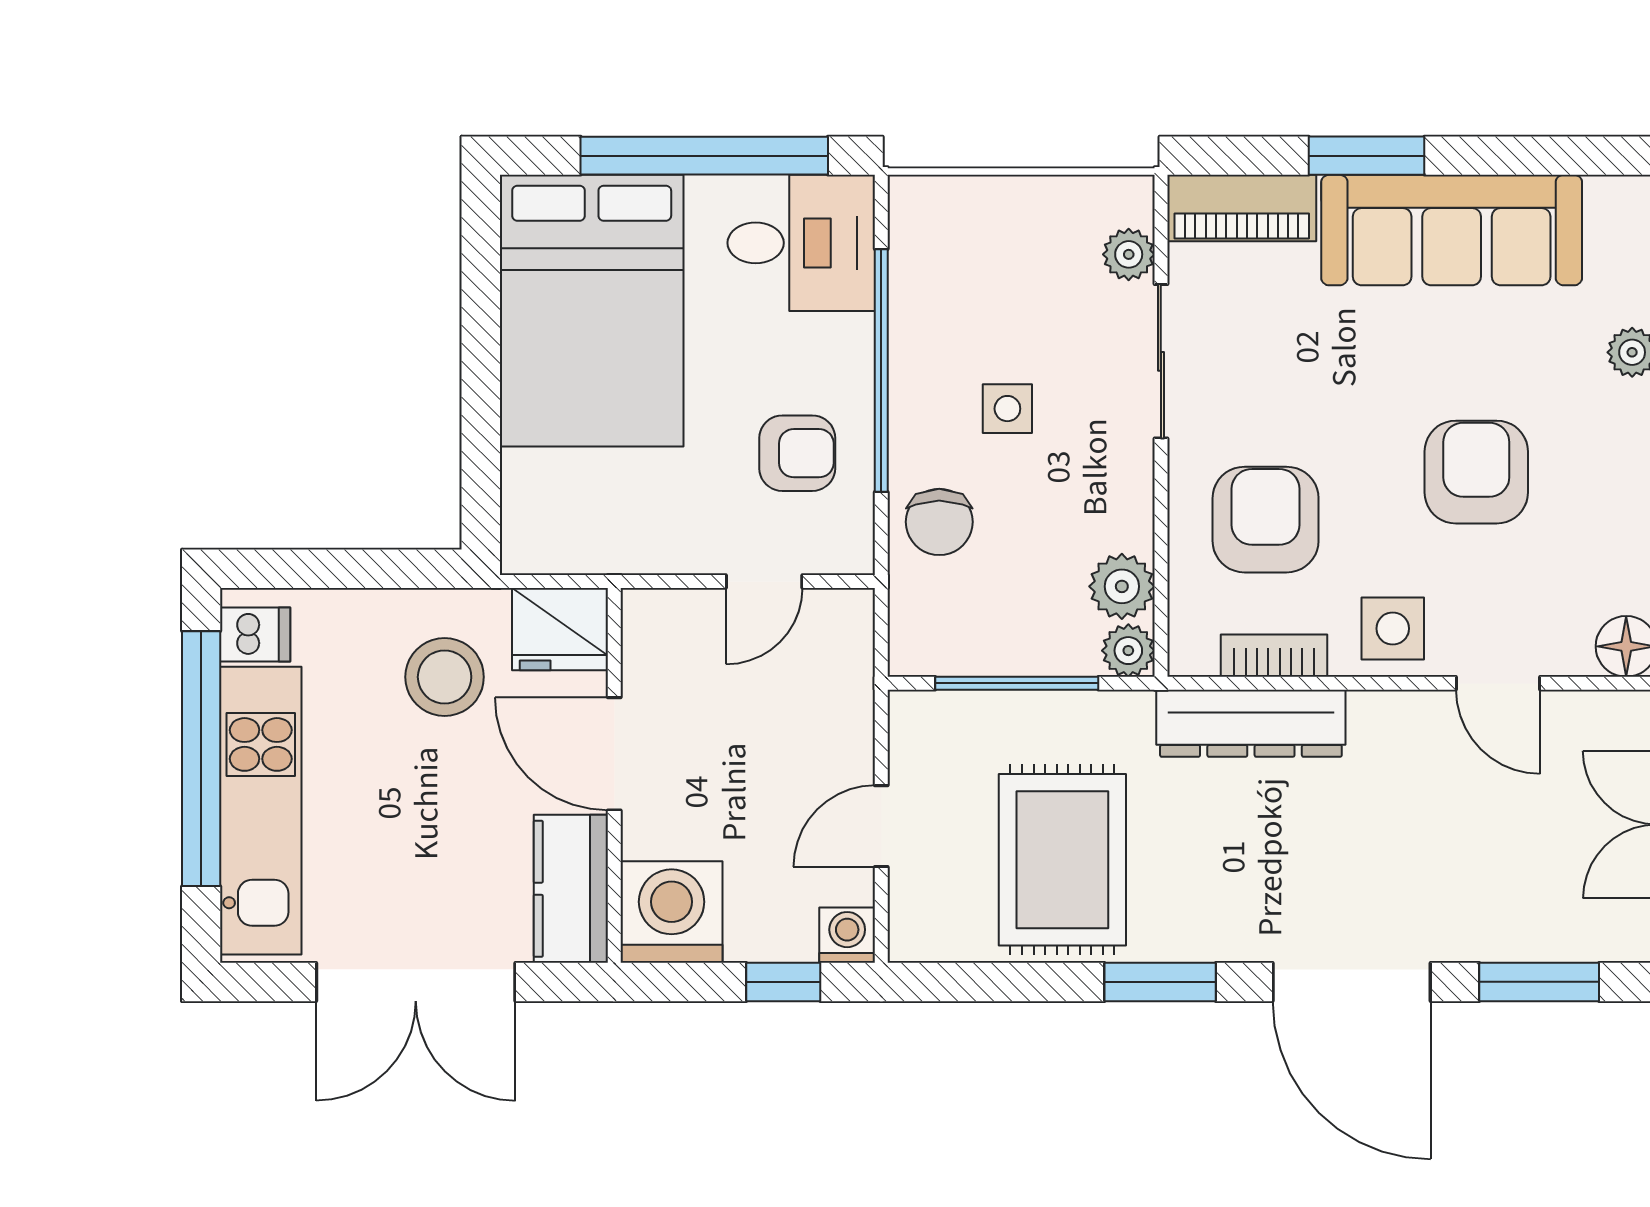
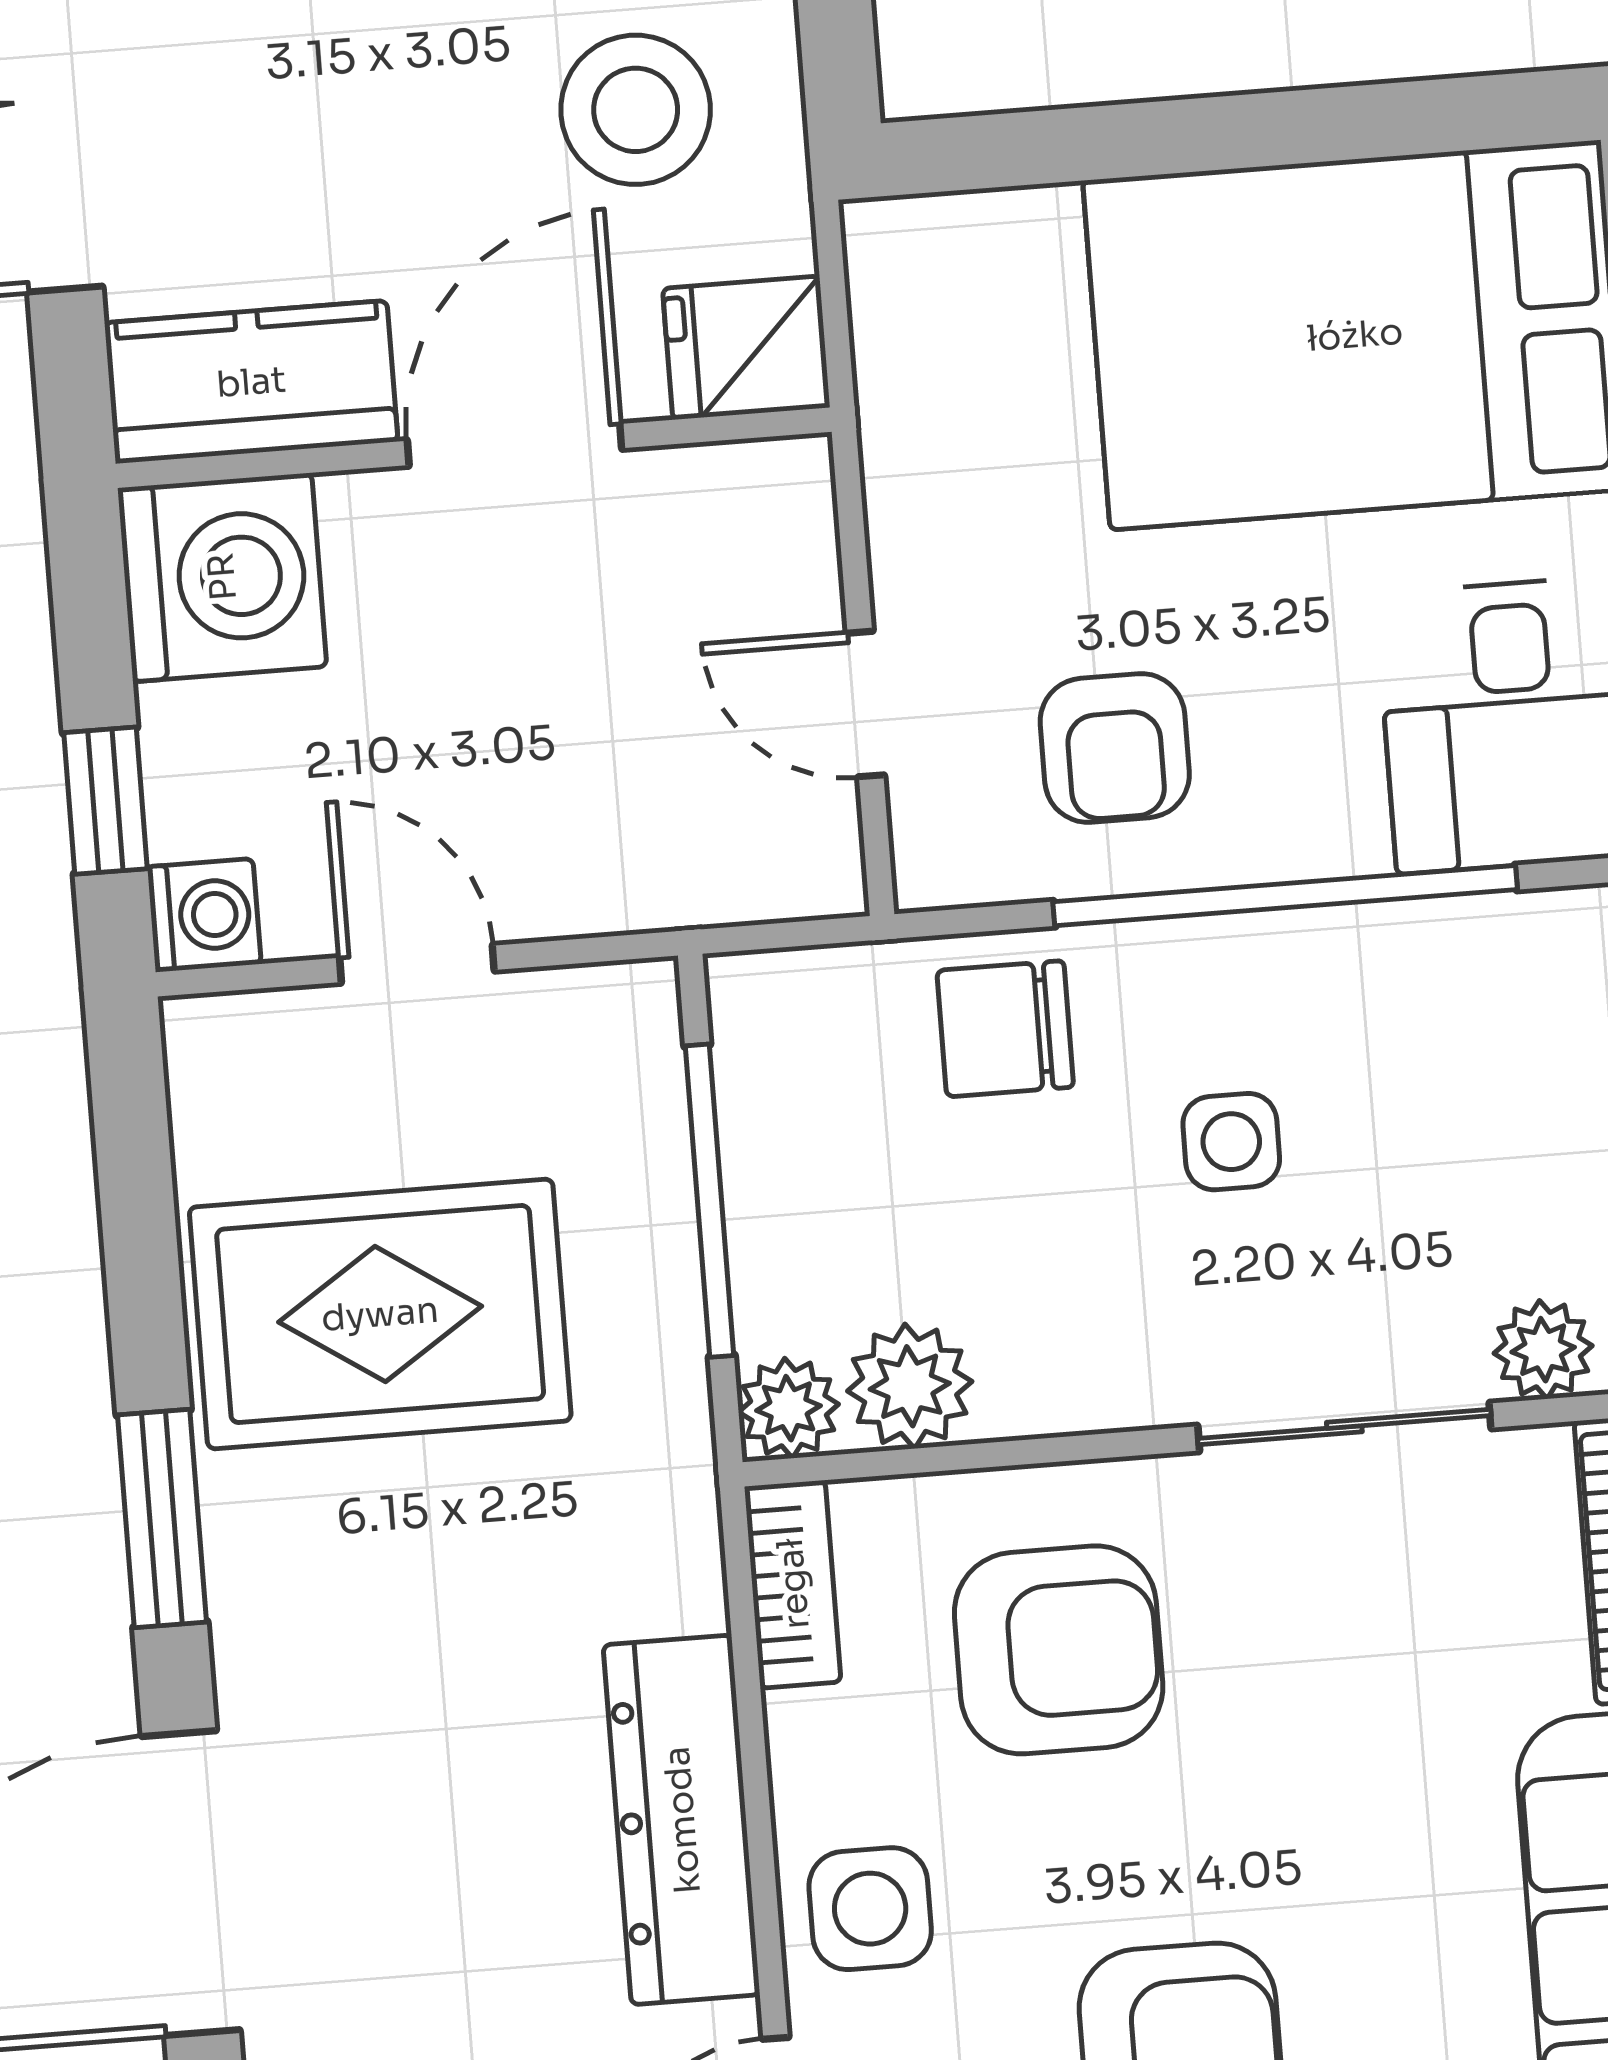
fridge: (560, 629) -> (746, 348), width x0.72
bookcase: (1274, 656) -> (793, 1584), moved
dresser: (1251, 723) -> (682, 1820), moved

